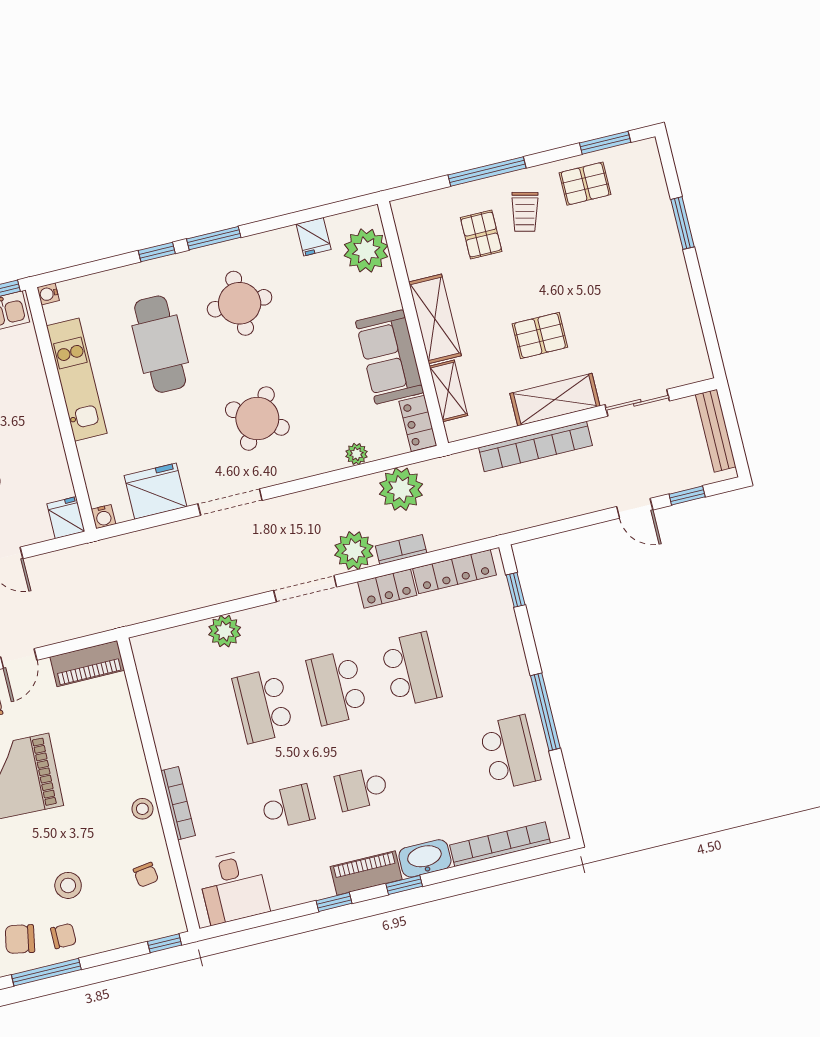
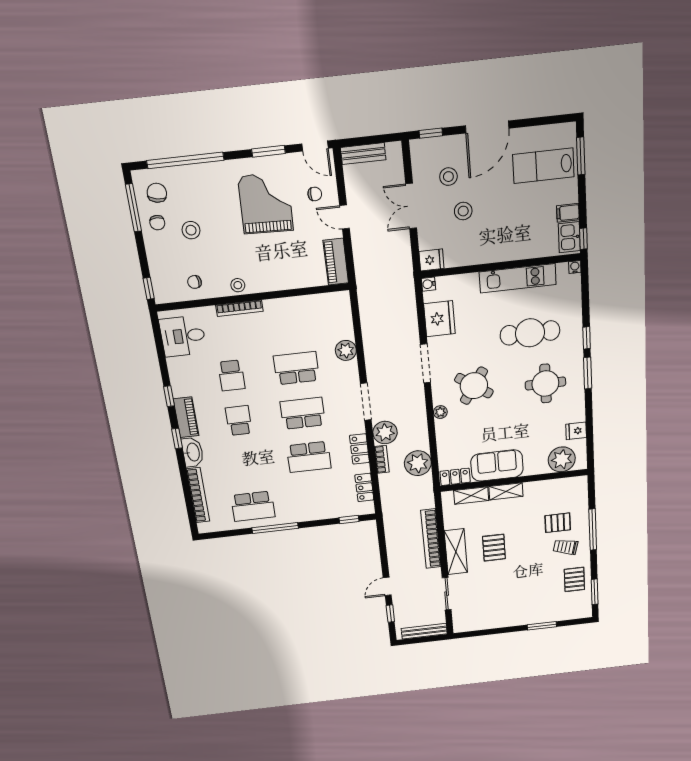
shelving: (435, 319) -> (506, 491), width x0.67, depth x0.75
plant: (356, 454) -> (440, 412), moved
locker: (454, 572) -> (364, 487), width x0.66

